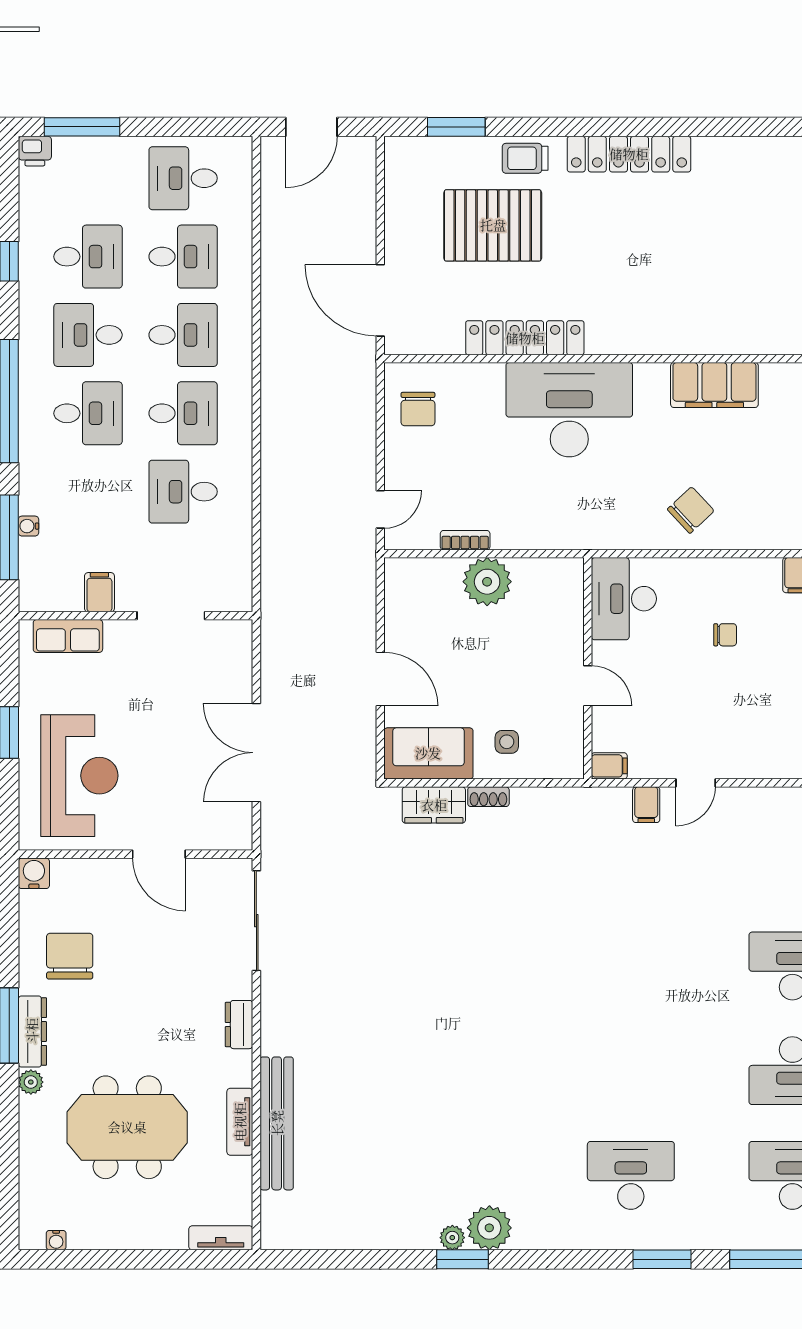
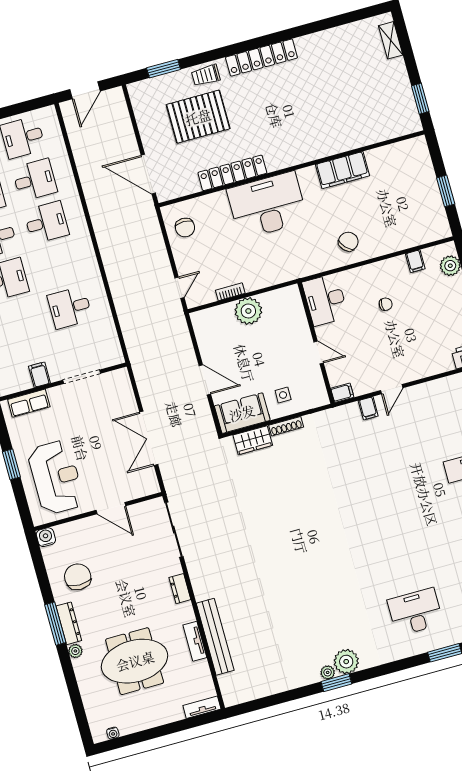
desk: (183, 413) -> (58, 265), removed
shoe rack: (488, 797) -> (286, 426), width x1.43

